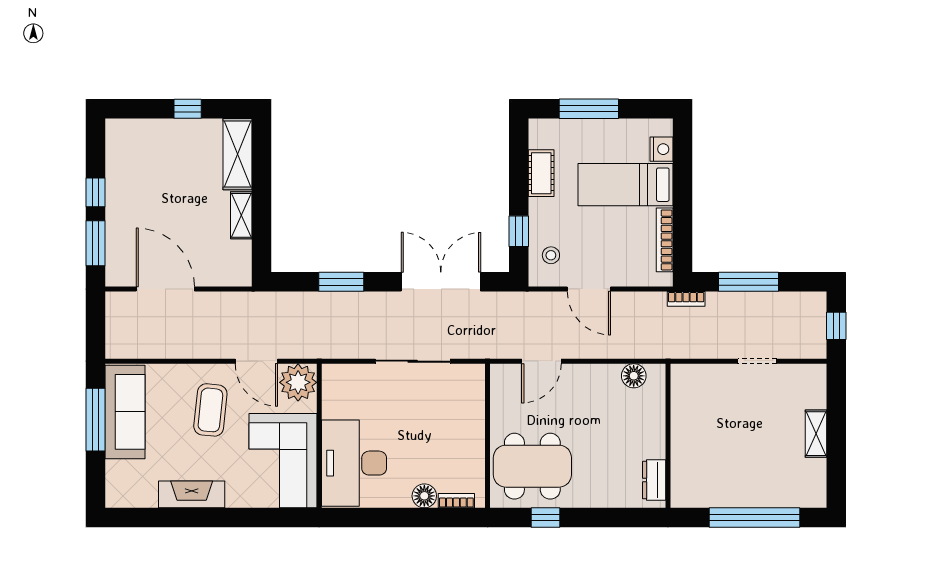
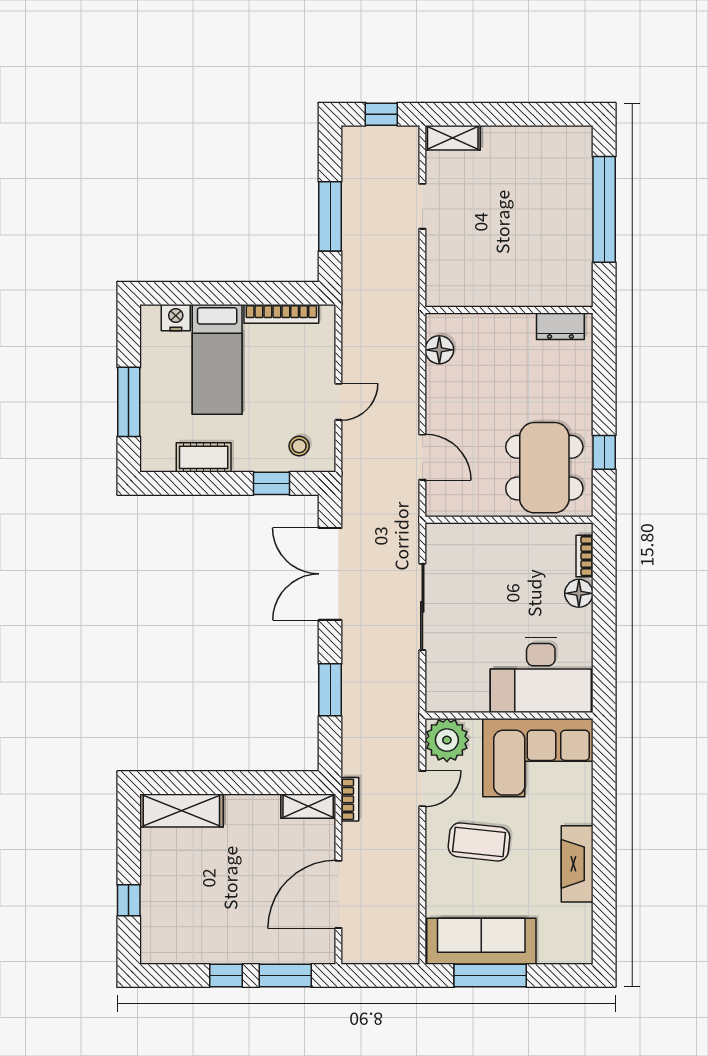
window: (188, 109) -> (129, 900), moved
shelving: (241, 215) -> (308, 806), moved
door: (589, 289) -> (338, 402), width x0.73
bookcase: (686, 299) -> (350, 799), moved
door: (256, 361) -> (422, 789), width x0.73
shelving: (816, 434) -> (453, 138), moved

